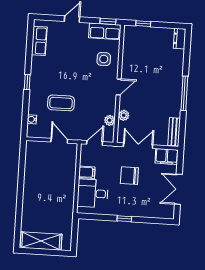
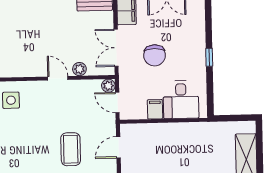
door: (119, 87) -> (58, 78), moved
plant: (110, 120) -> (108, 86), moved

